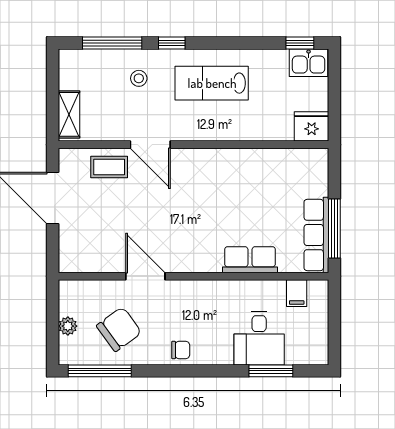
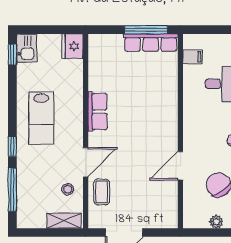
stool: (139, 78) -> (68, 189), moved
row of seats: (250, 260) -> (97, 112), moved, turned 180

